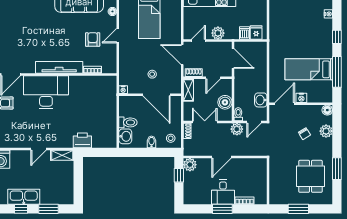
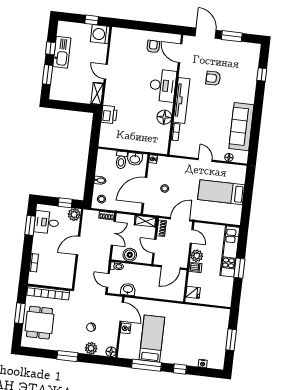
dishwasher: (244, 33) -> (195, 267), moved
armchair: (93, 40) -> (213, 78), moved, turned 180
floor lamp: (79, 83) -> (164, 117), added
desk: (46, 92) -> (163, 85), width x0.73, depth x0.77
plant: (237, 129) -> (103, 263), removed
washbasin: (125, 136) -> (135, 159), moved
door: (221, 157) -> (78, 246), hinge flipped
window: (337, 169) -> (67, 356), moved
dining table: (310, 176) -> (39, 323), moved, turned 90
bookcase: (274, 182) -> (48, 293), added
desk: (223, 192) -> (47, 222), moved
window: (222, 209) -> (30, 225), moved

